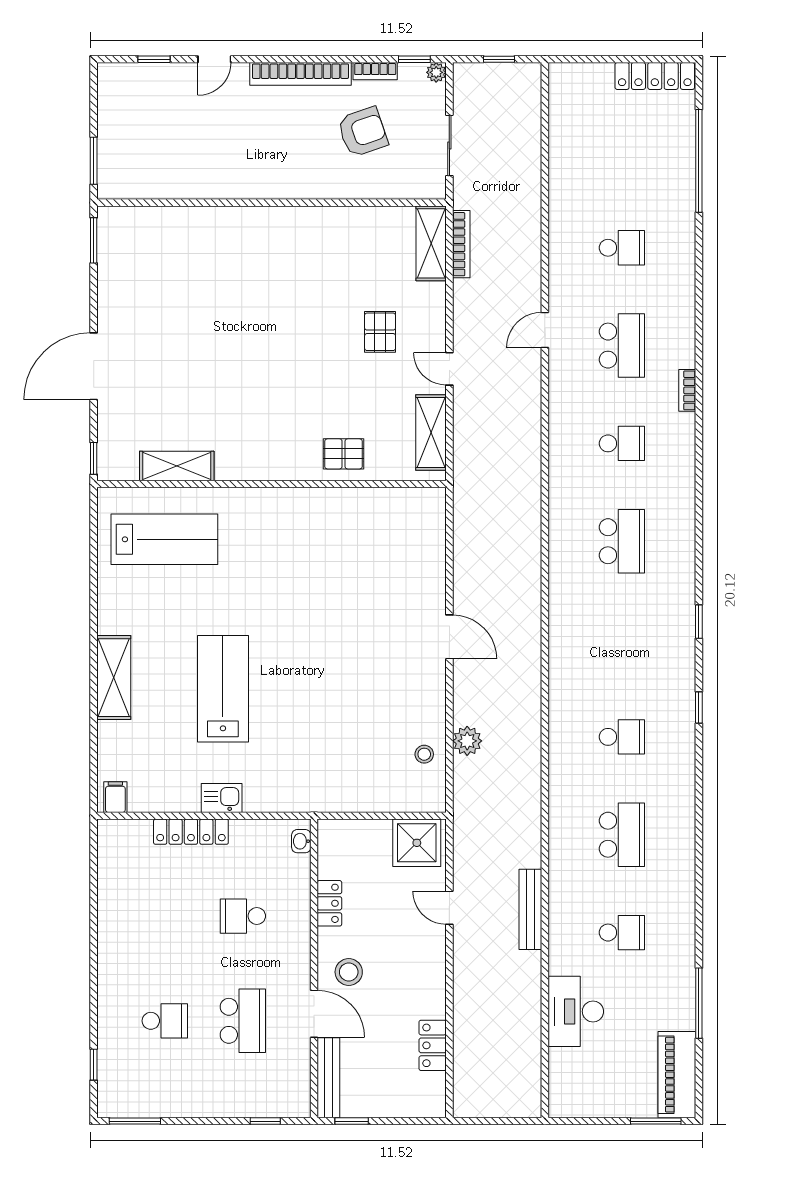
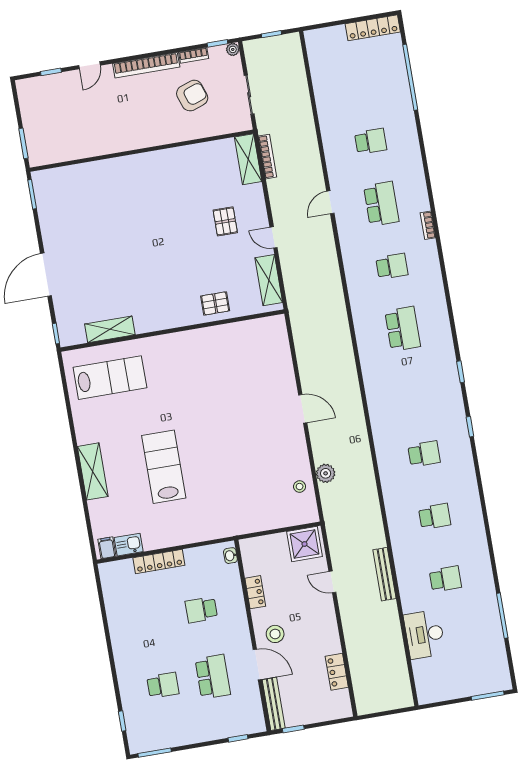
kitchen sink: (222, 798) -> (129, 545), moved
school desk: (622, 835) -> (435, 516), width x0.54
piano: (677, 1075) -> (496, 664), removed

